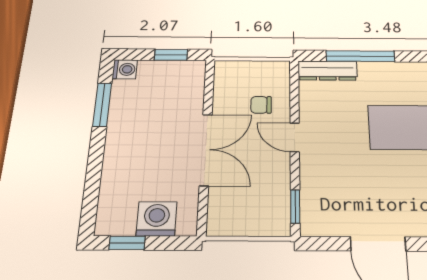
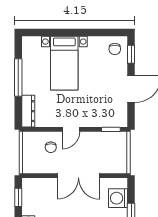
window: (360, 56) -> (18, 77), moved
double door: (206, 150) -> (78, 176), swing flipped

